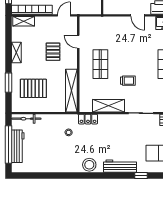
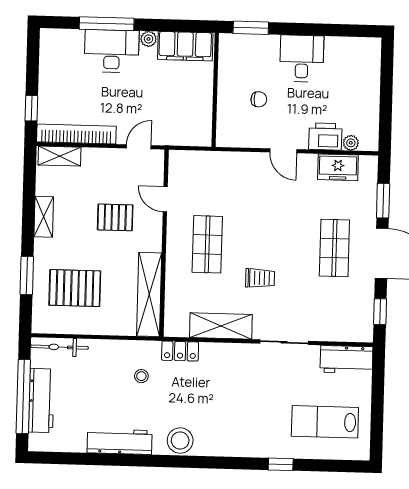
pallet: (53, 52) -> (115, 217), turned 90
workbench: (120, 166) -> (120, 442), moved

